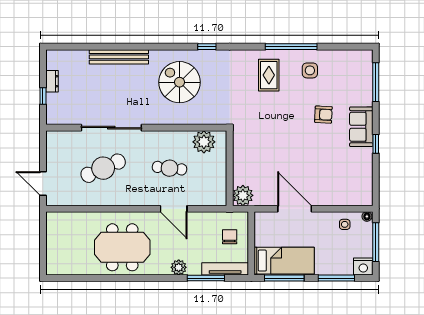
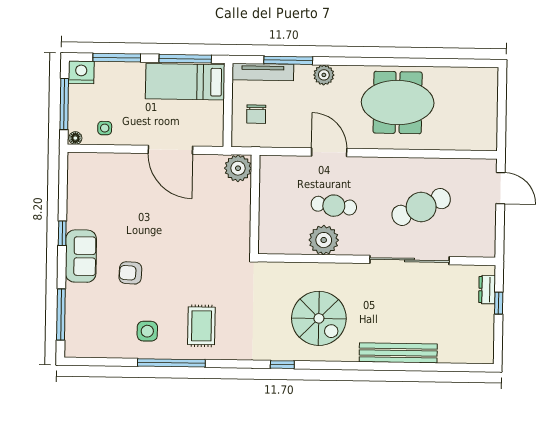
dresser: (52, 81) -> (487, 290), moved
plant: (204, 142) -> (324, 240), moved

